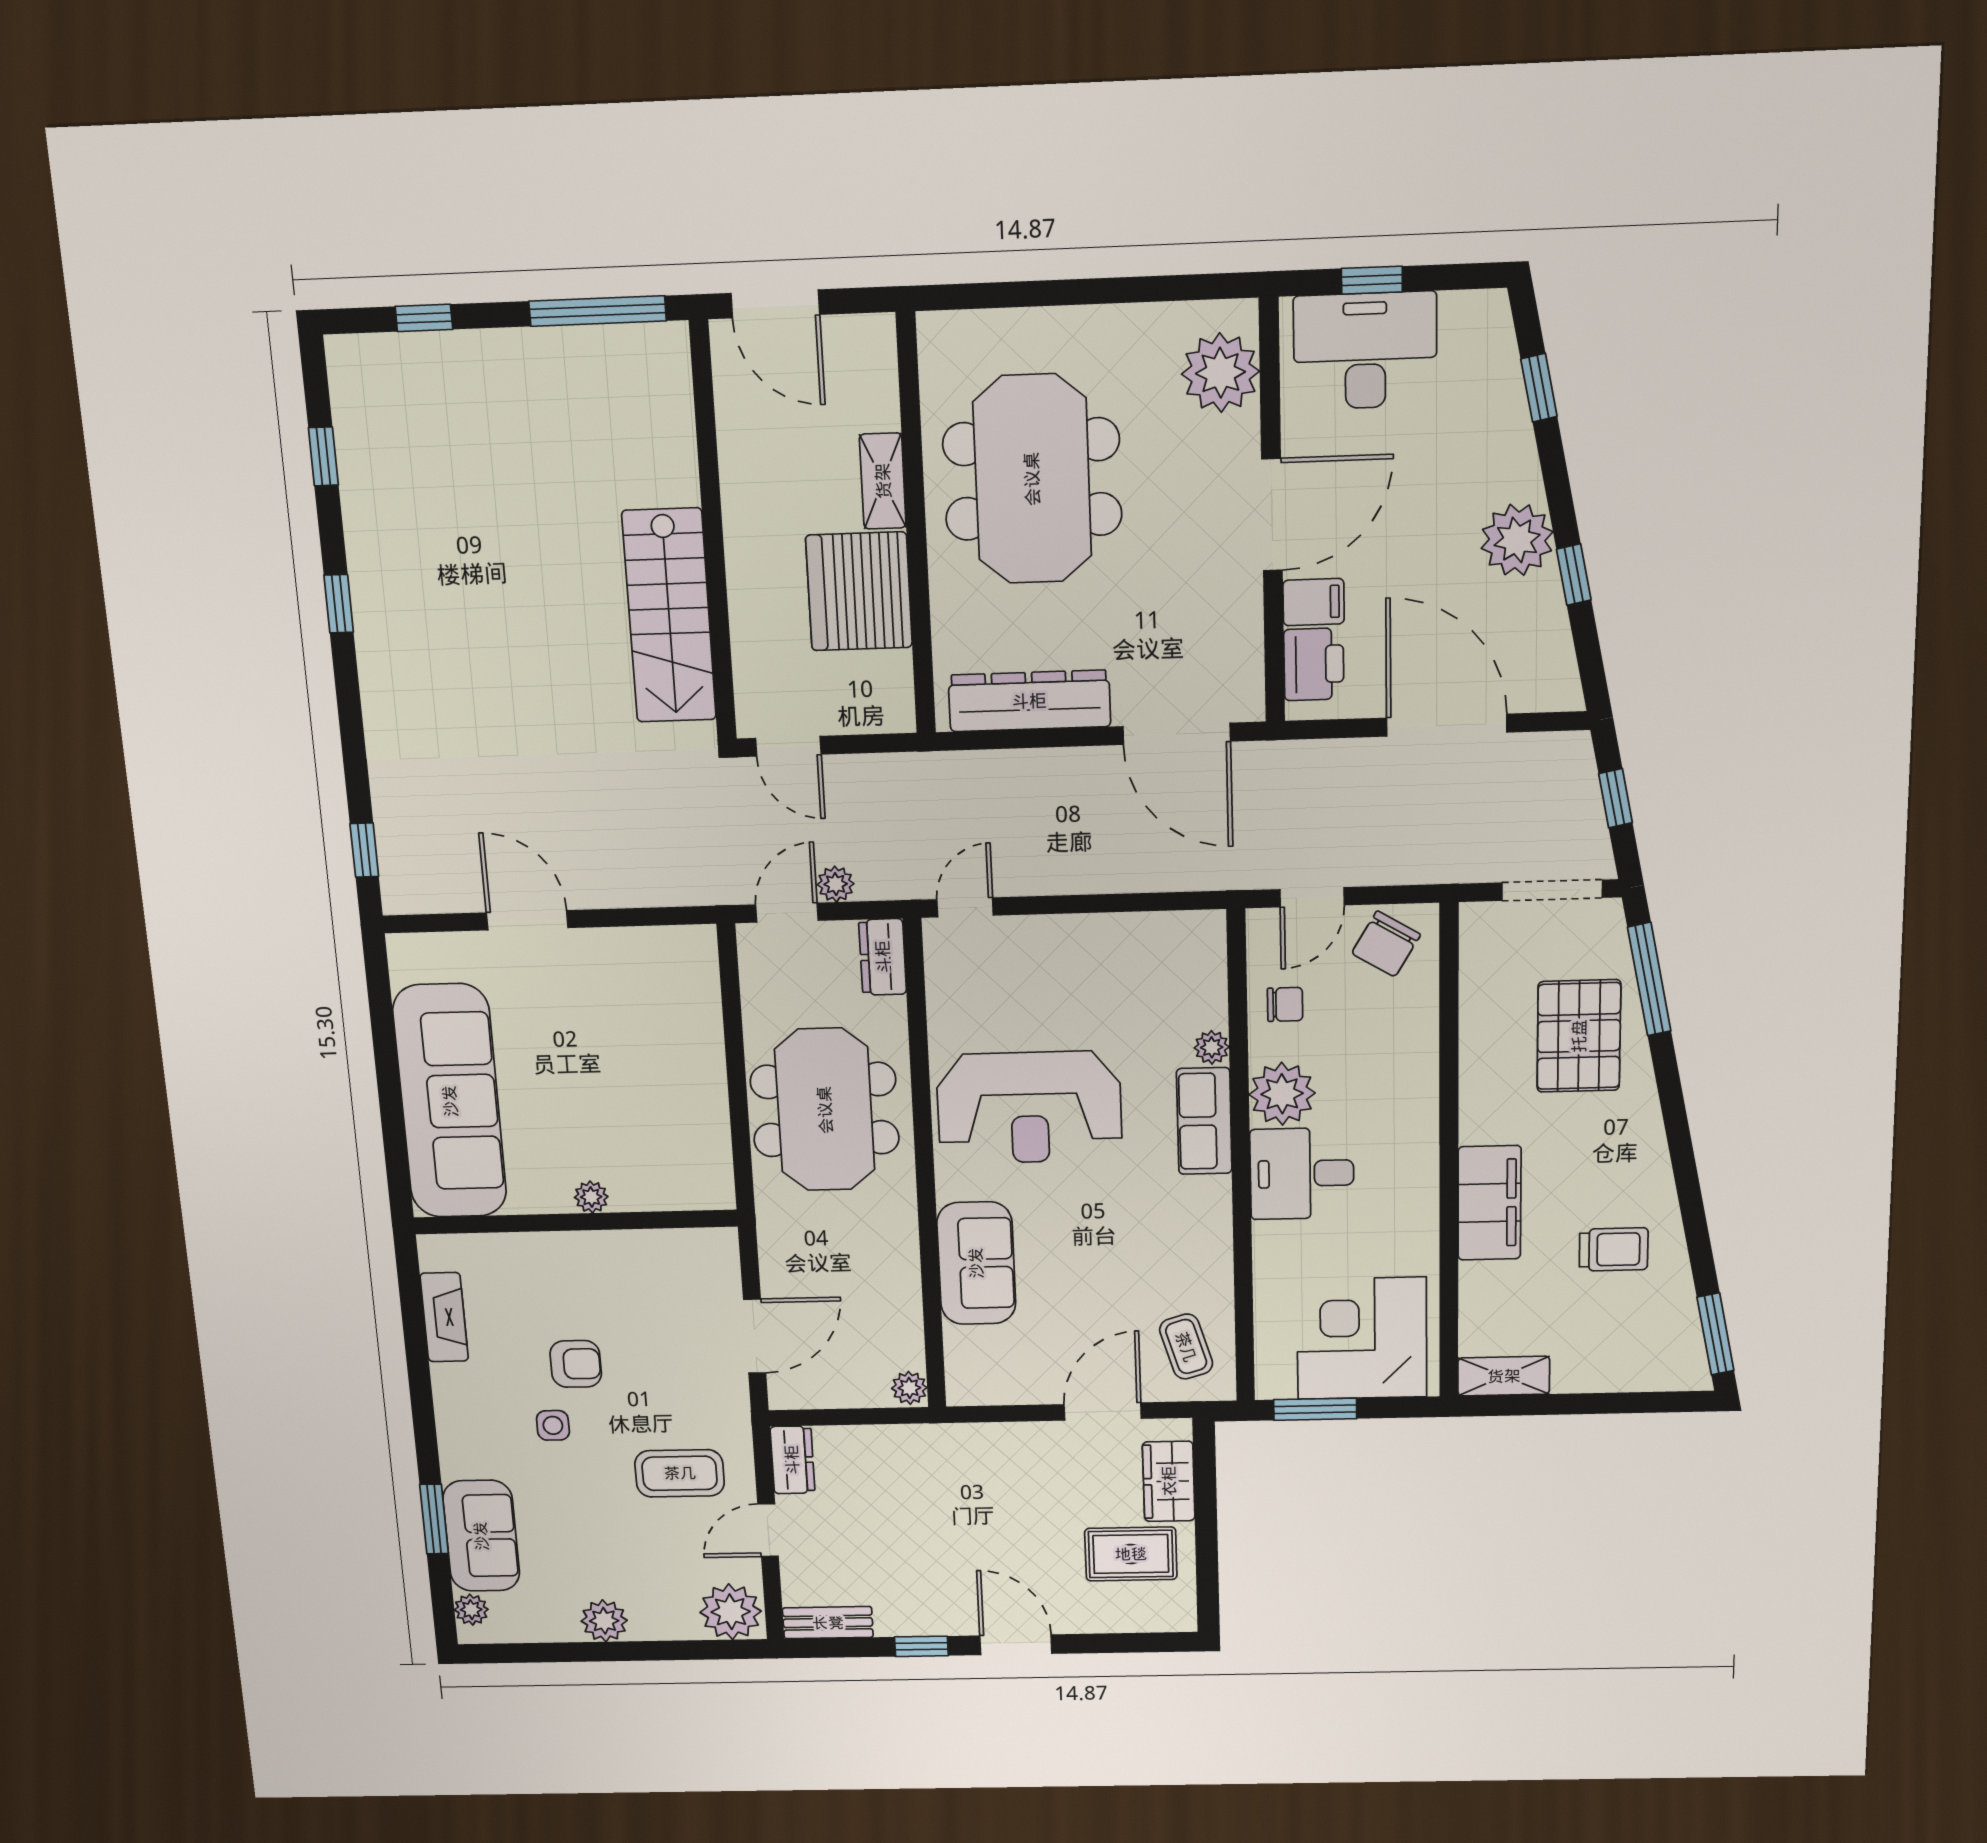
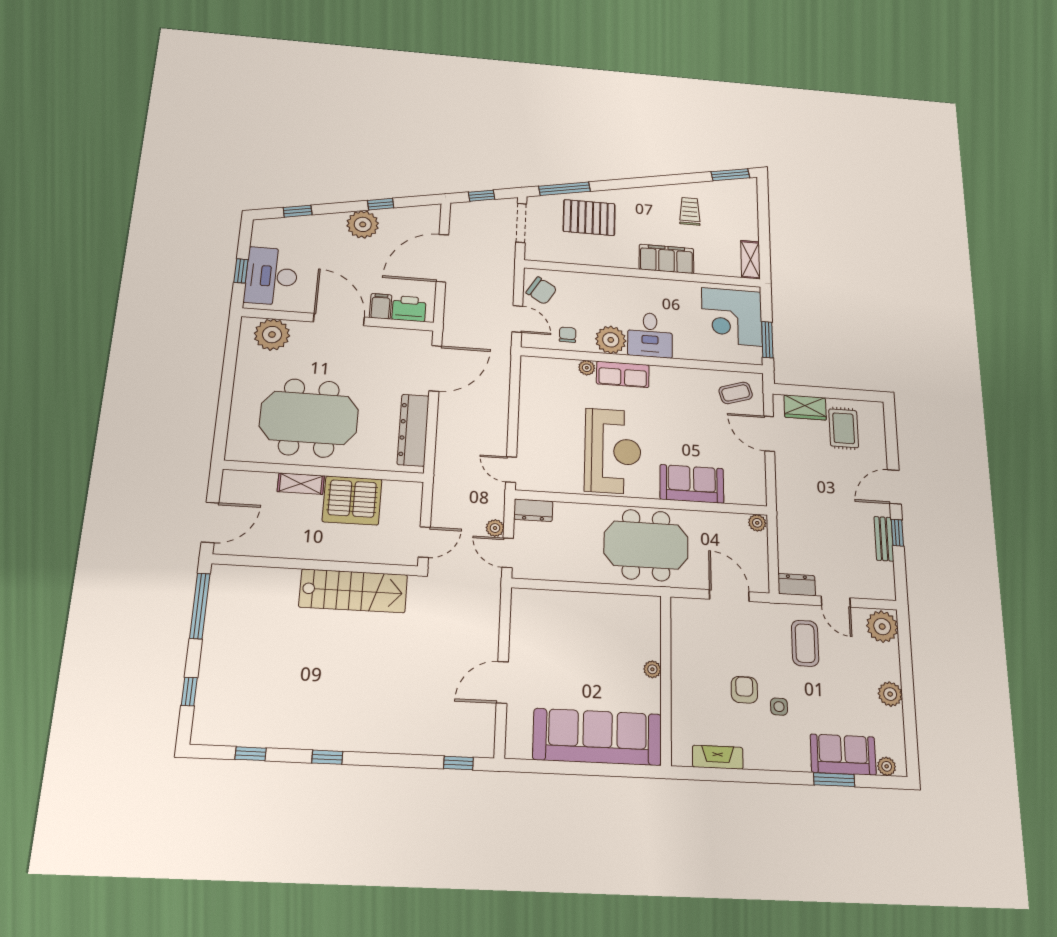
meeting table: (825, 1110) -> (646, 545), moved
bench: (828, 1623) -> (884, 539), moved

